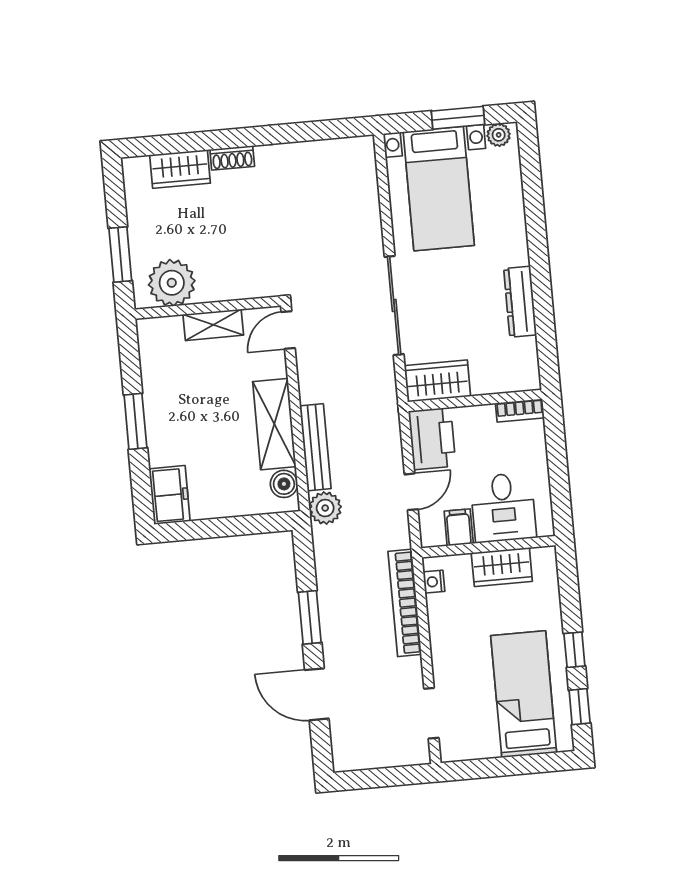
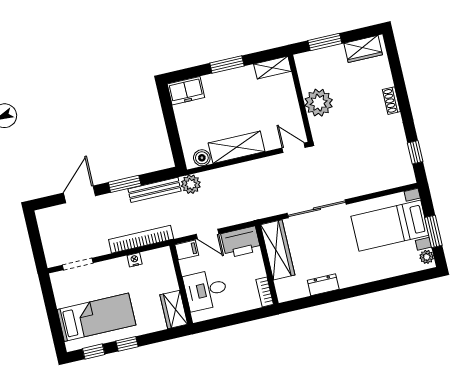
window: (323, 130) -> (415, 152), added
wardrobe: (180, 169) -> (363, 49), moved, turned -90
plant: (172, 283) -> (319, 103), moved
dresser: (520, 302) -> (323, 285), width x0.70
shelving: (213, 325) -> (273, 68), moved, turned 90
wardrobe: (437, 381) -> (278, 250), width x1.50
bench: (315, 447) -> (154, 190), moved
filing cabinet: (459, 527) -> (187, 250), moved
wardrobe: (502, 567) -> (174, 310), moved
nightstand: (434, 582) -> (135, 260), moved

